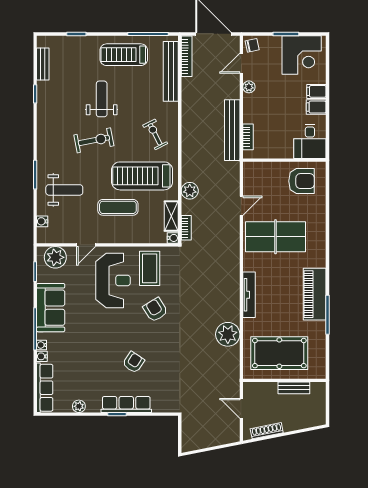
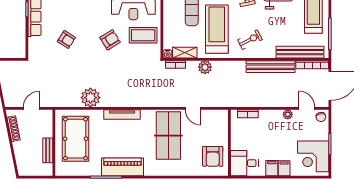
bench: (232, 130) -> (271, 67), moved
armchair: (133, 362) -> (66, 40), moved

